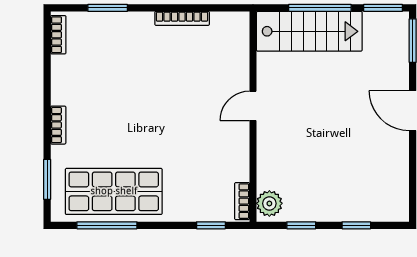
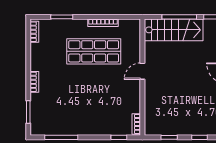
shop shelf: (114, 191) -> (94, 51), moved
plant: (269, 203) -> (151, 125), removed

